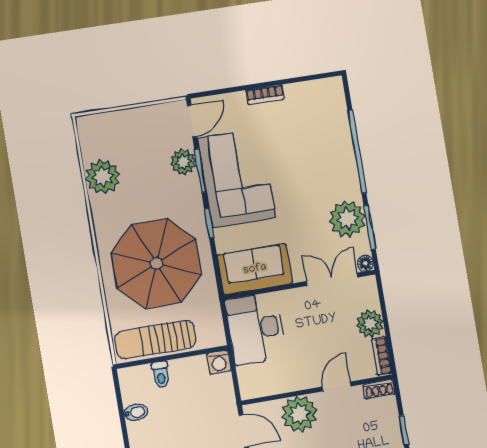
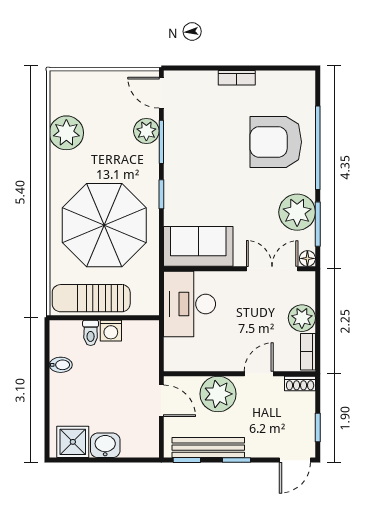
door: (192, 121) -> (161, 93), swing flipped
armchair: (315, 152) -> (276, 142), added
corner sofa: (237, 178) -> (196, 155), removed
washing machine: (219, 362) -> (111, 331), moved

